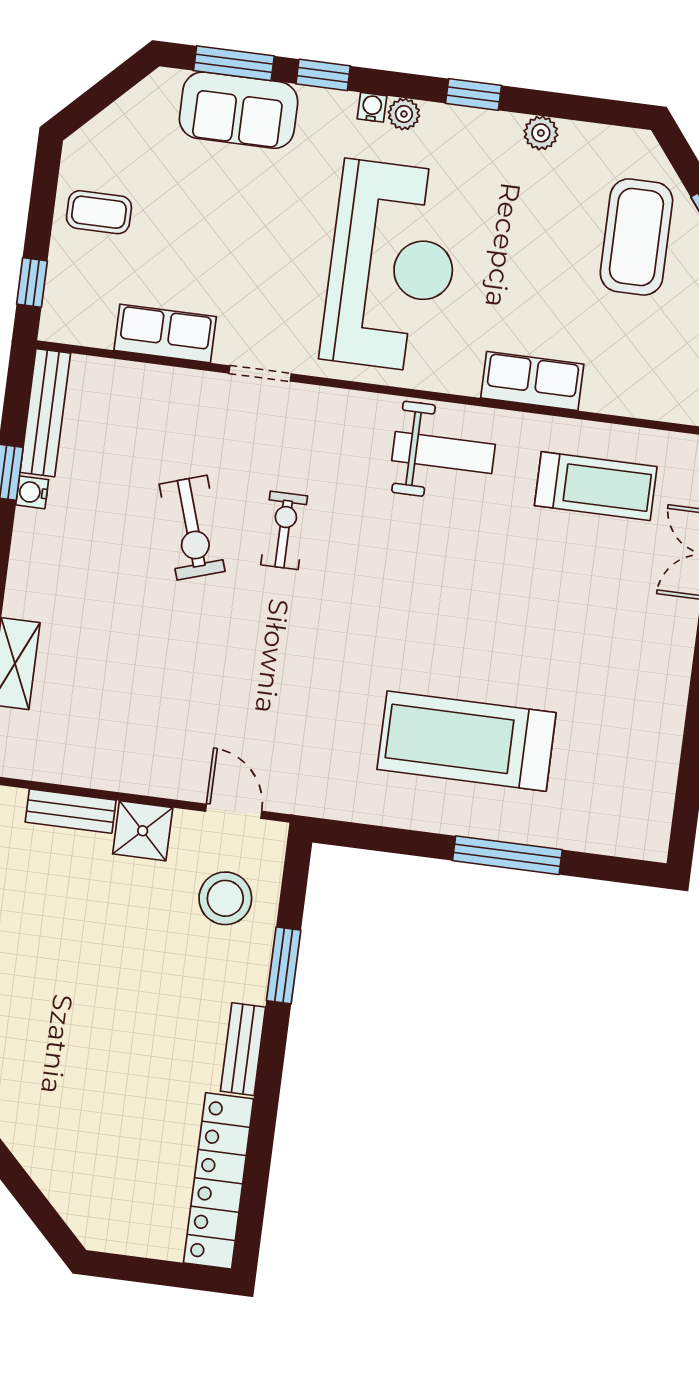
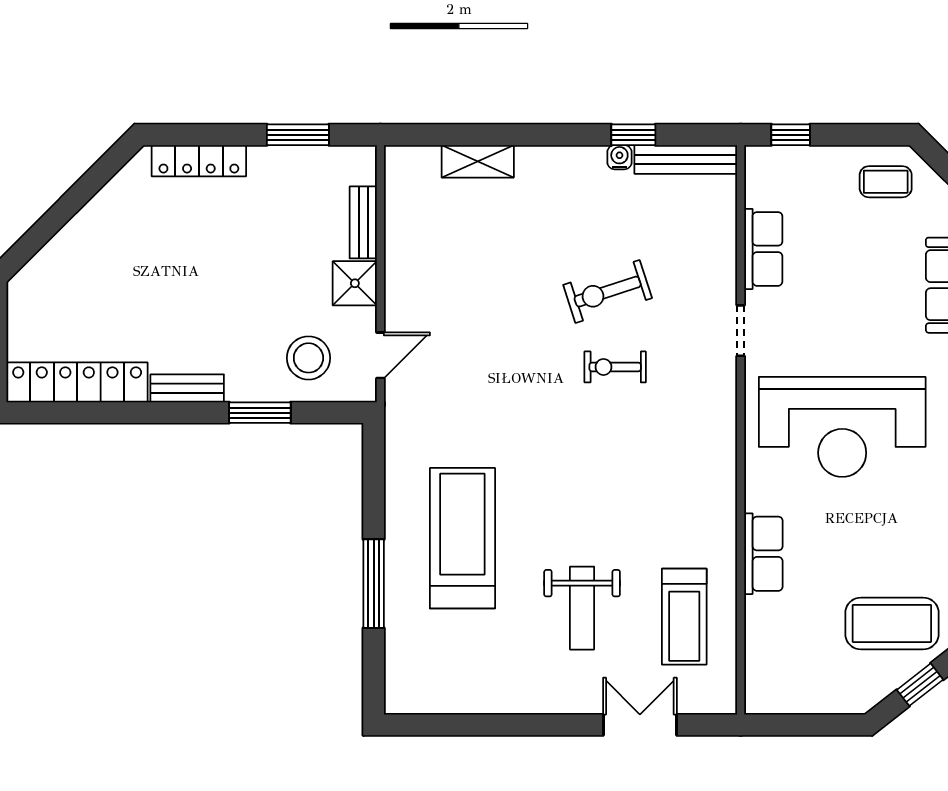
coffee table: (99, 212) -> (886, 182), moved, turned 90
weight bench: (444, 453) -> (582, 608), moved
exercise bike: (284, 530) -> (615, 367), turned 180

